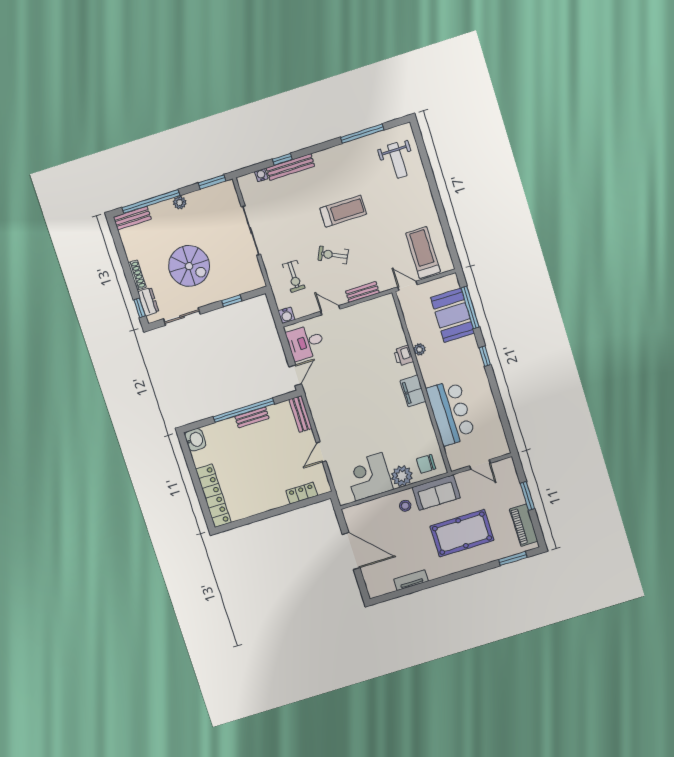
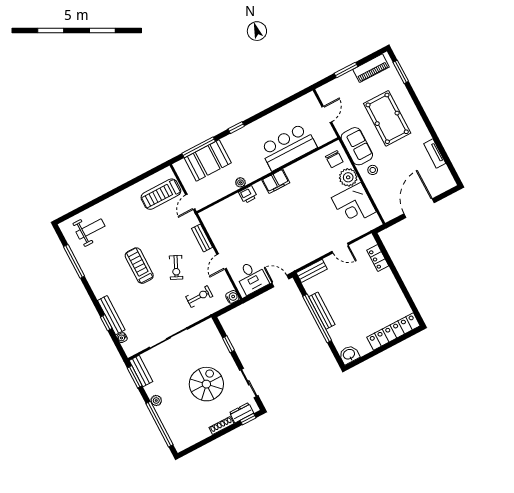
bench: (132, 218) -> (141, 371), moved
bench: (252, 417) -> (322, 311), width x1.36

